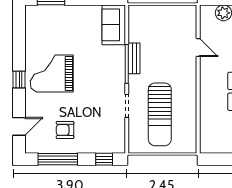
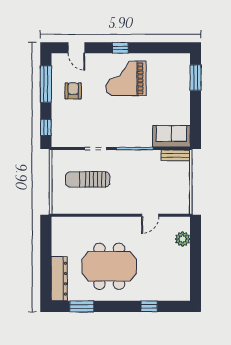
bench: (134, 58) -> (176, 155), moved
grand piano: (52, 73) -> (126, 78), turned -90
sun lounger: (160, 114) -> (88, 179), width x0.73, depth x0.75

